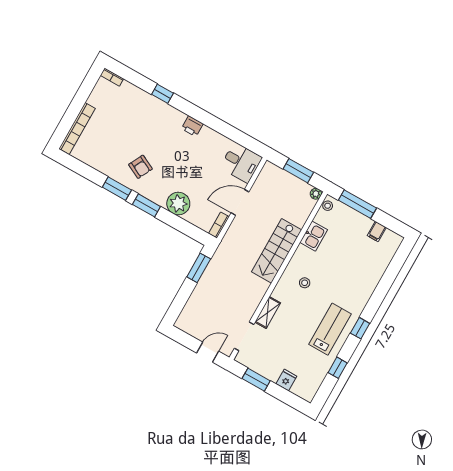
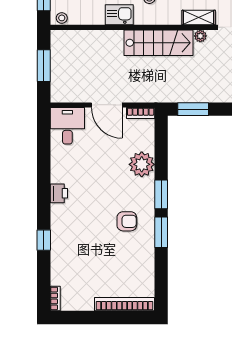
armchair: (140, 167) -> (127, 221), turned 63
plant: (316, 194) -> (200, 36), moved
kitchen sink: (314, 236) -> (119, 15), moved
stairs: (277, 251) -> (159, 43), moved

